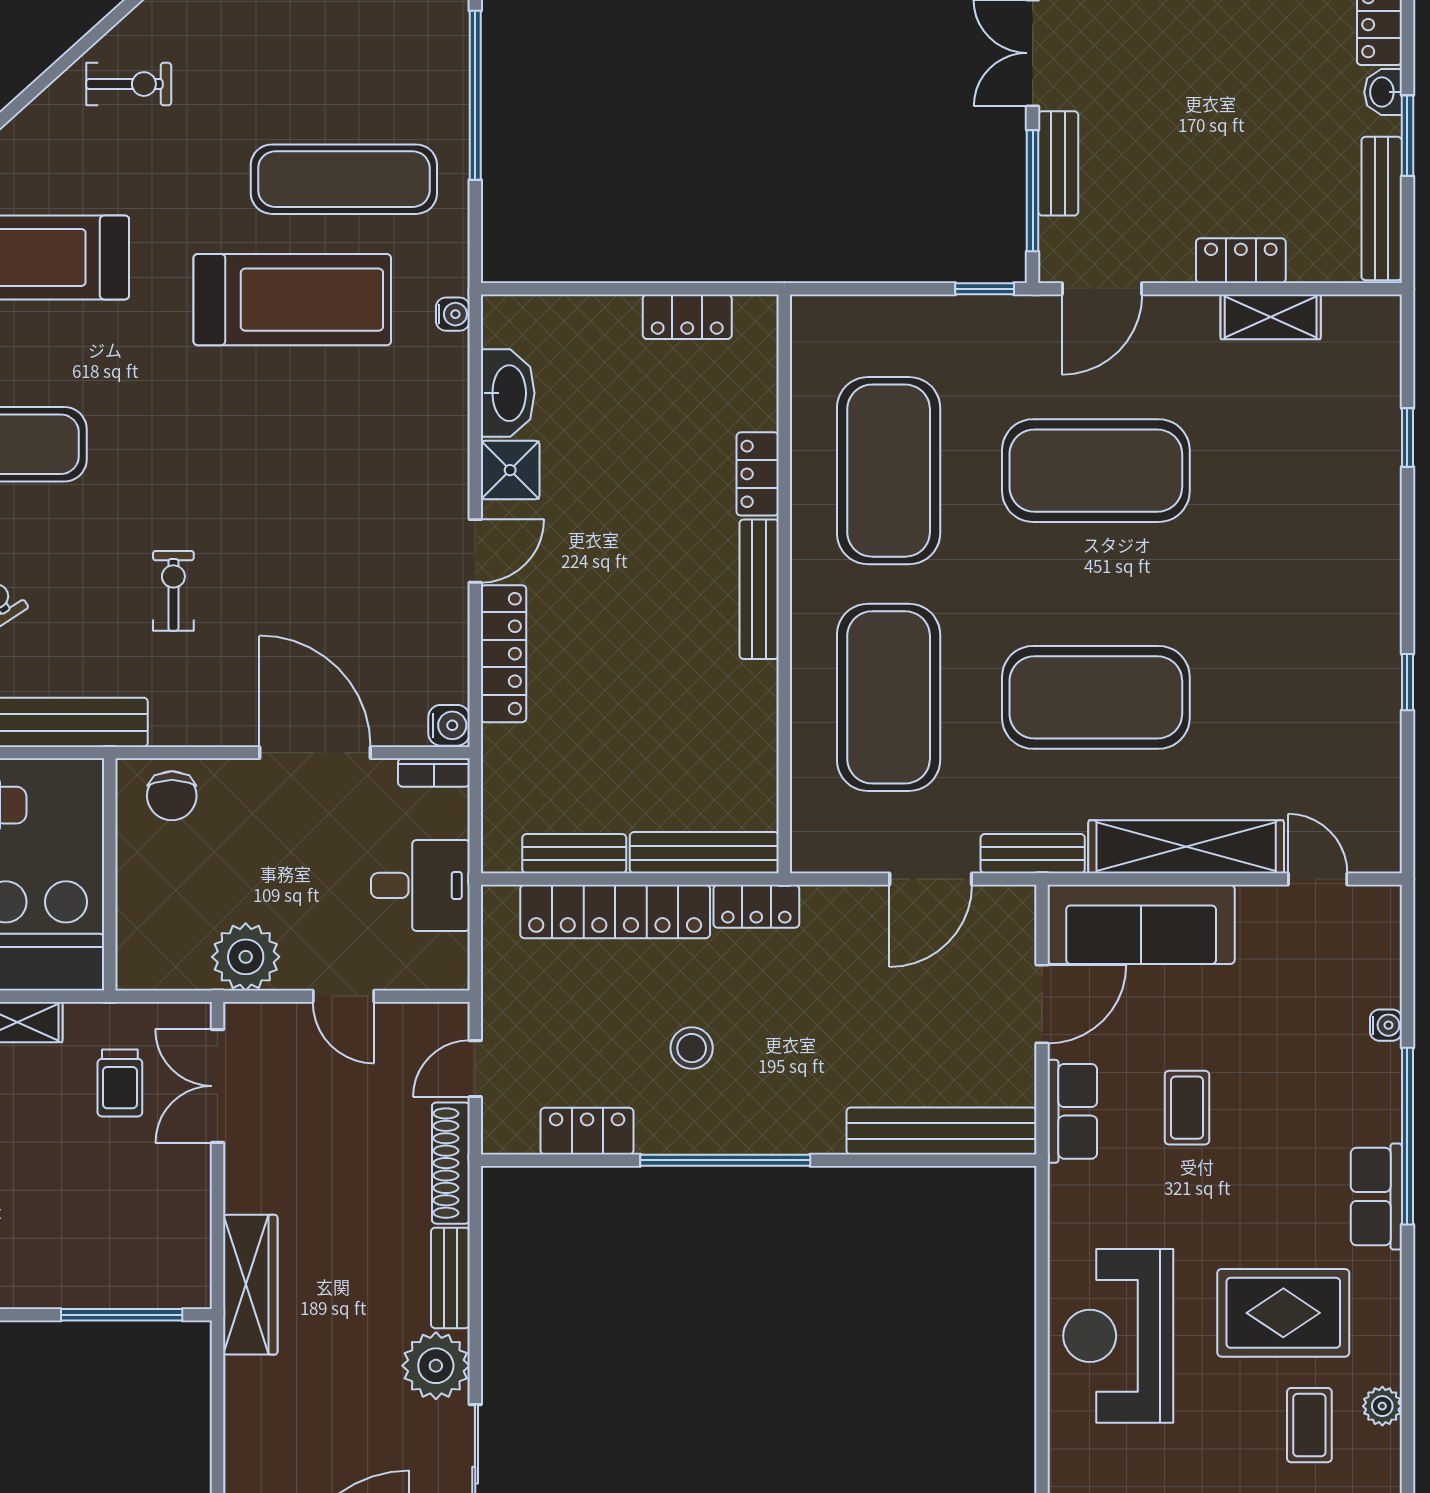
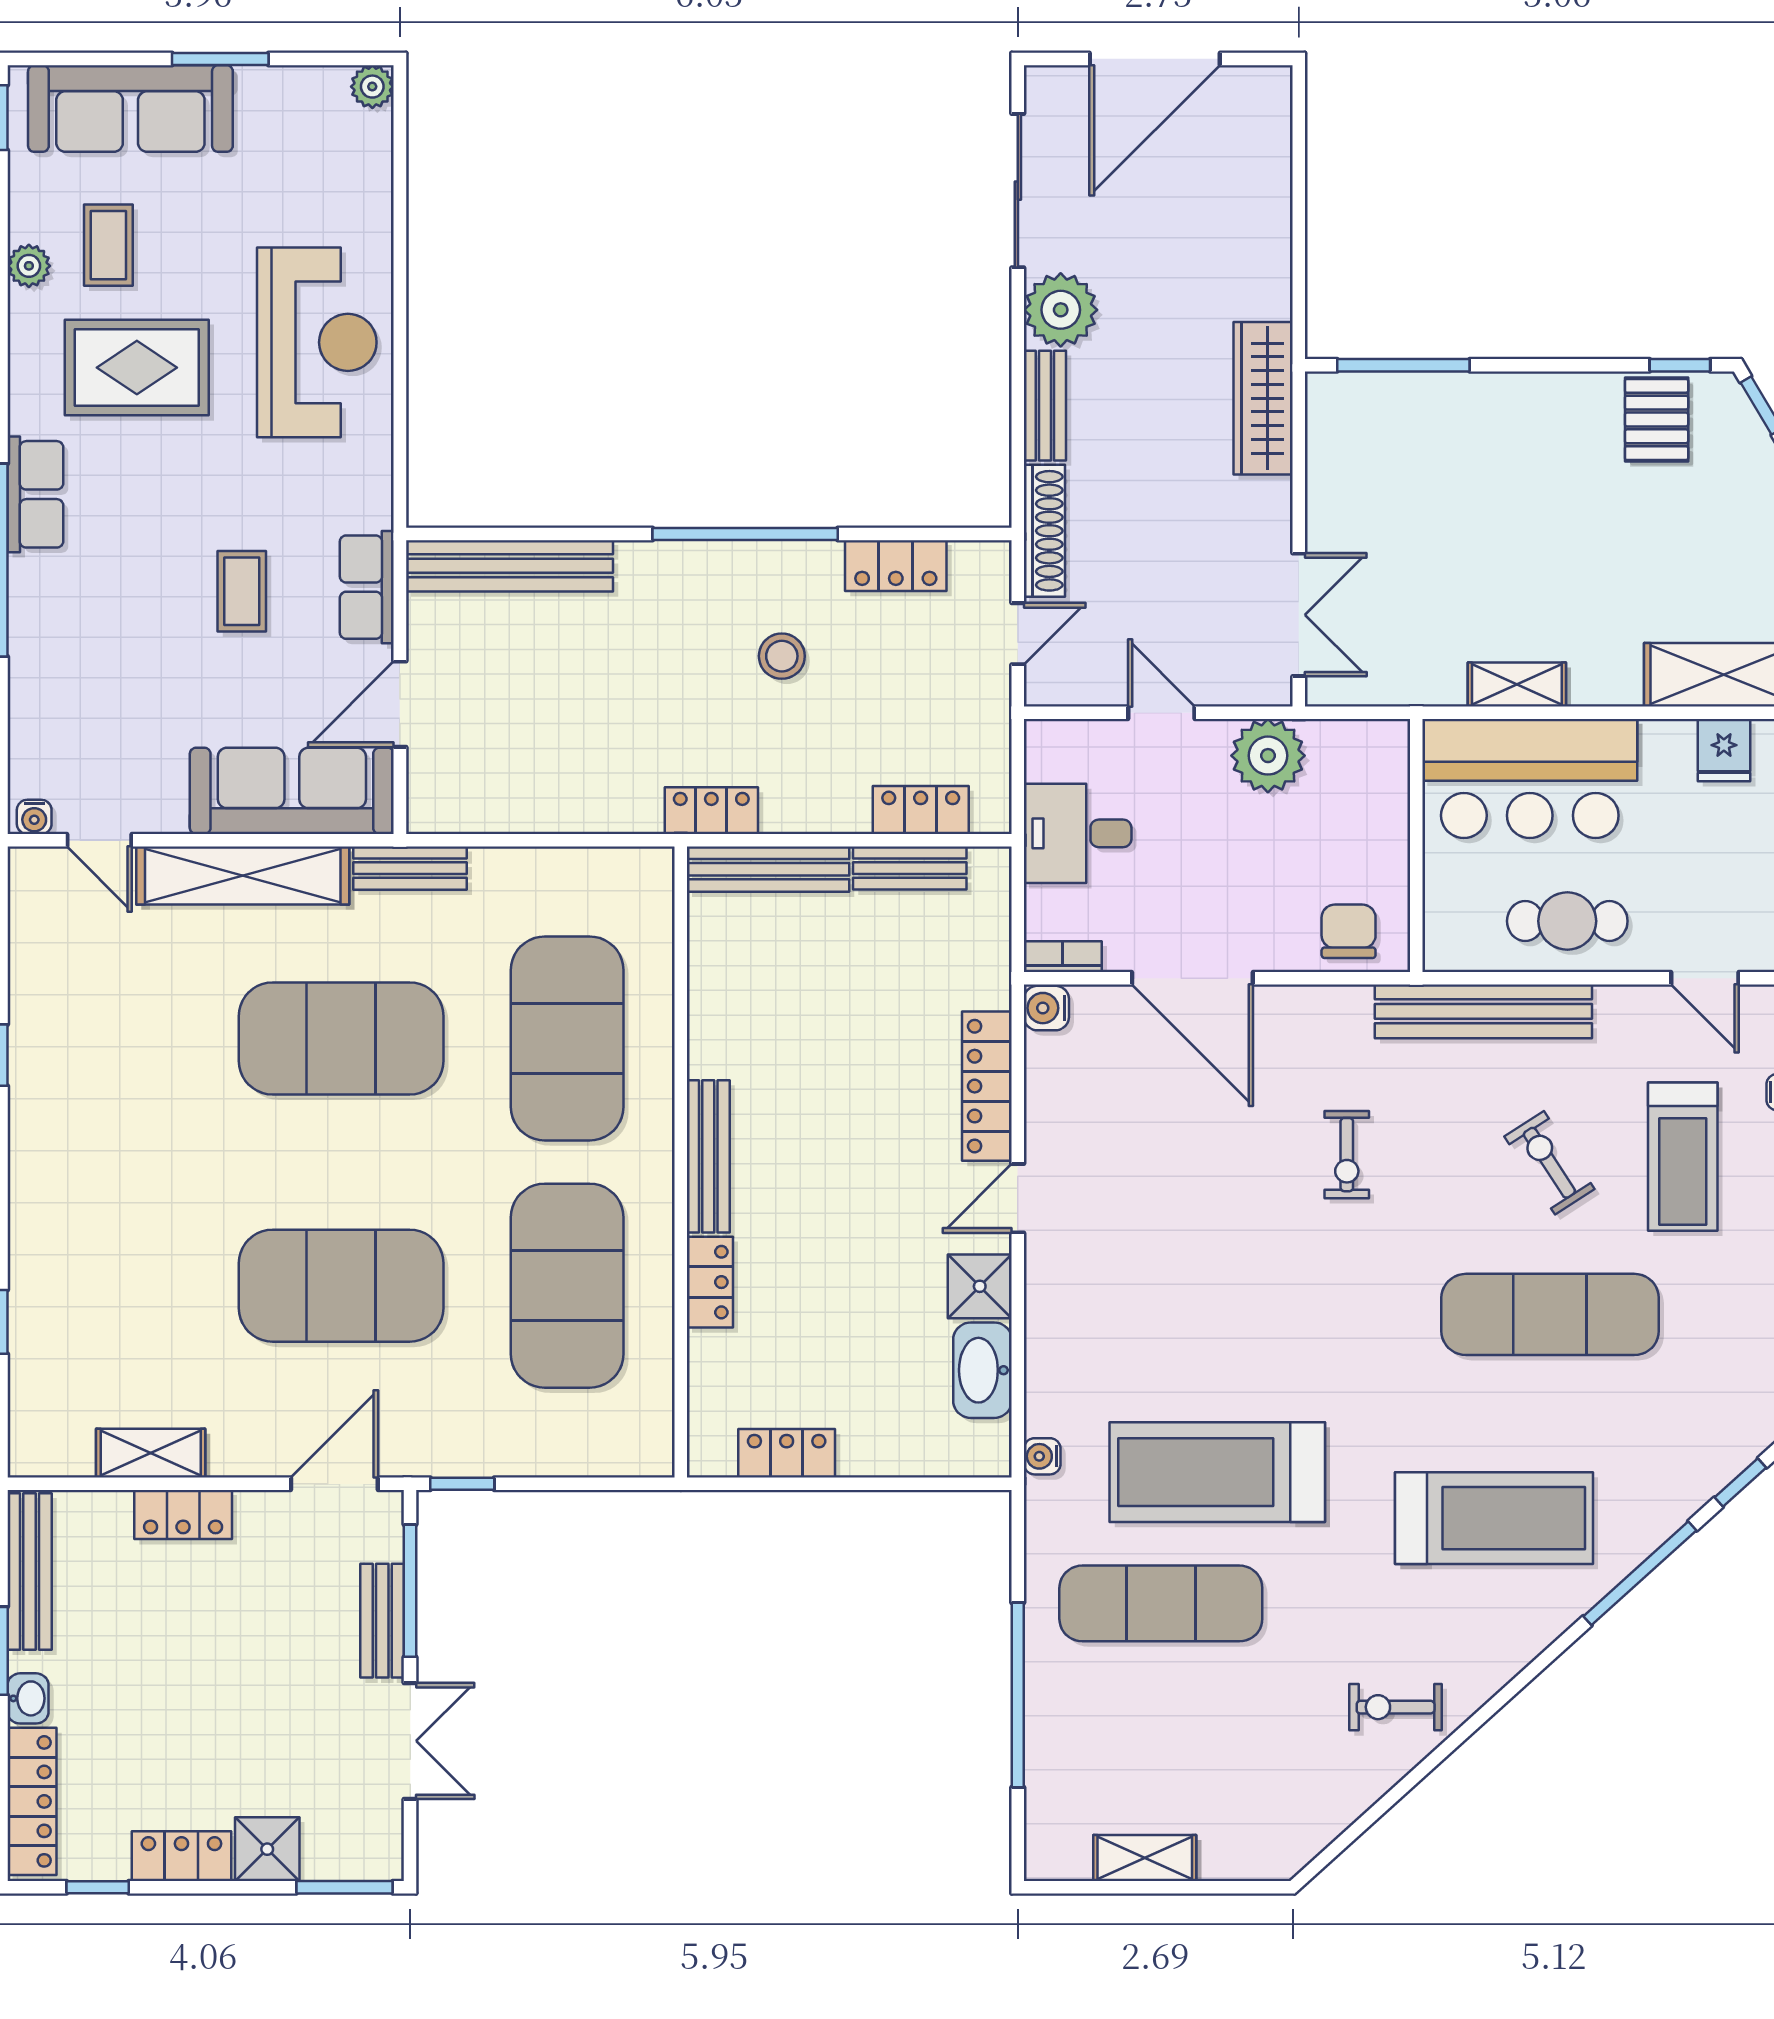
door: (931, 879) -> (521, 840), removed
locker: (615, 912) -> (921, 810), width x0.46, depth x0.83
water cooler: (1386, 1025) -> (34, 817), moved, turned -90
trolley: (120, 1083) -> (1405, 618), removed

